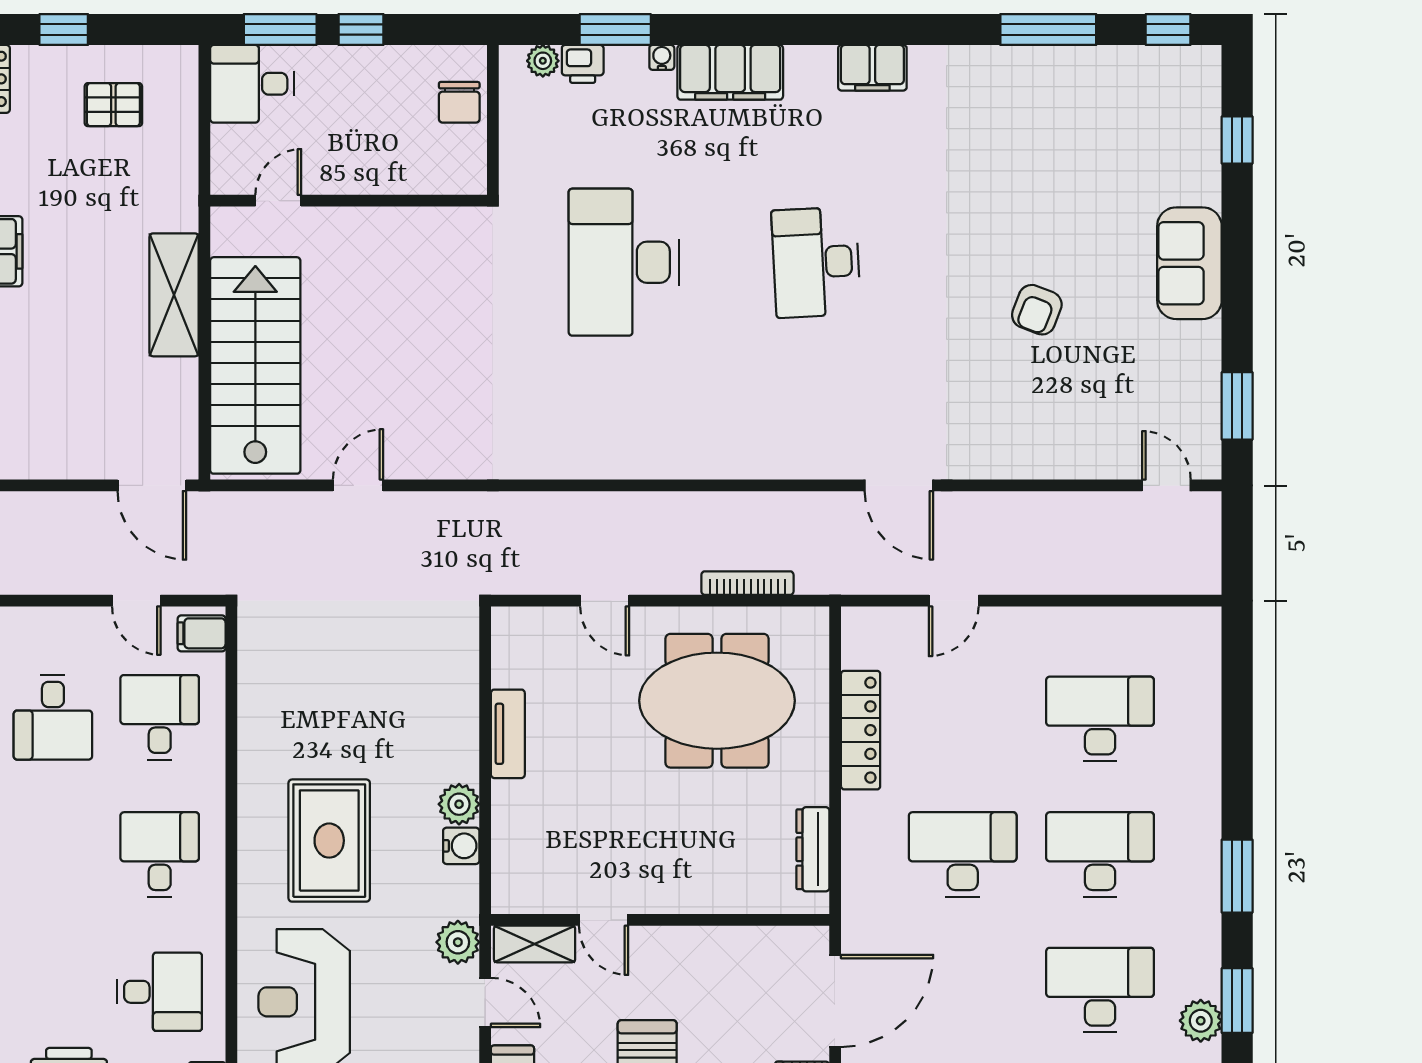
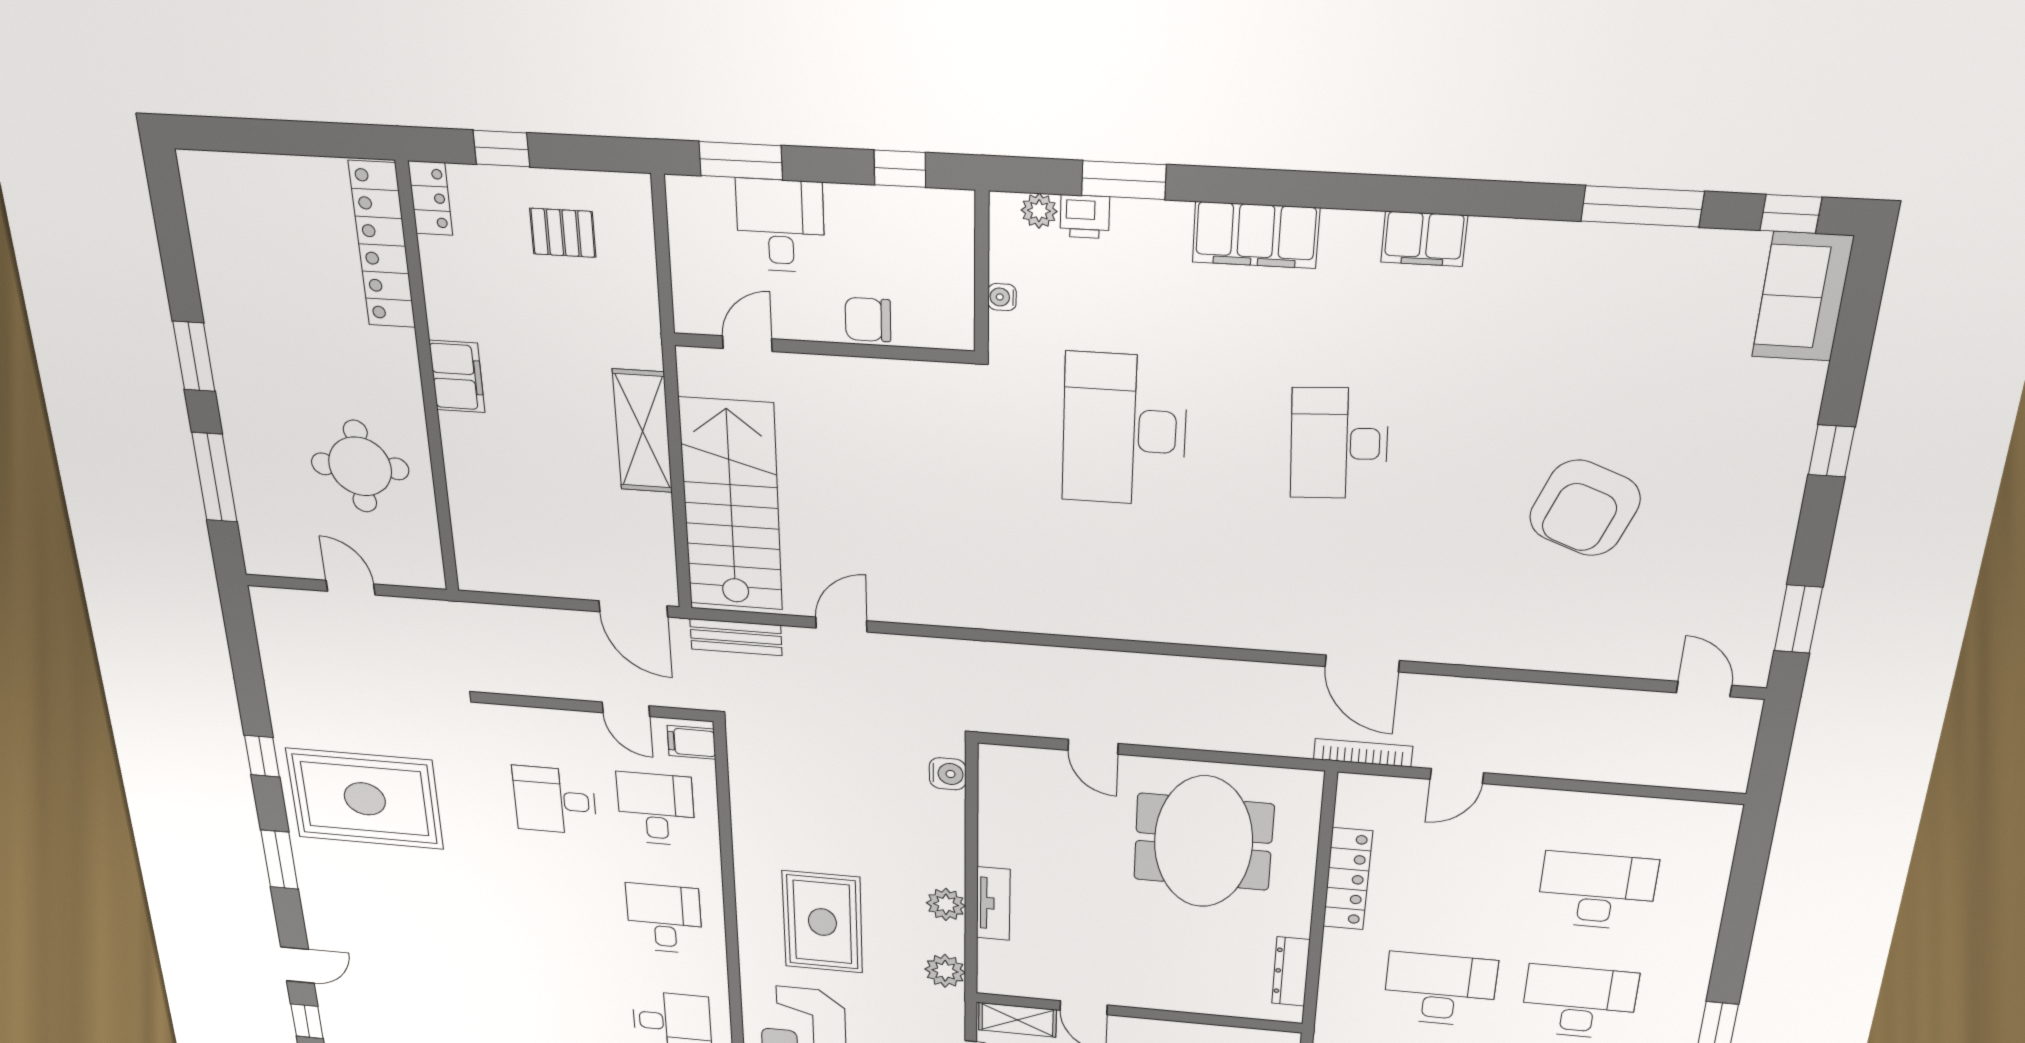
window: (361, 30) -> (900, 169), moved
water cooler: (662, 57) -> (1002, 297), moved, turned -90
desk: (252, 84) -> (780, 226), moved, turned 90
chair: (459, 102) -> (868, 320), moved, turned 90
window: (1237, 140) -> (1831, 451), moved
sofa: (1189, 263) -> (1802, 297), moved
armchair: (1037, 310) -> (1585, 508), width x1.88, depth x1.88
door: (899, 485) -> (1362, 663), moved
bench: (253, 508) -> (736, 637), added
bookcase: (747, 583) -> (1363, 753), moved
meeting table: (717, 701) -> (1203, 842), turned 90
desk: (53, 717) -> (555, 800), turned 90
tv unit: (508, 734) -> (993, 904), moved
water cooler: (461, 846) -> (948, 774), moved
plant: (458, 942) -> (945, 971), moved

